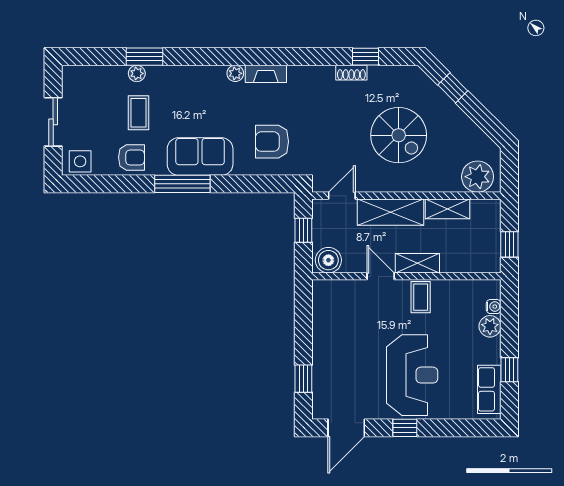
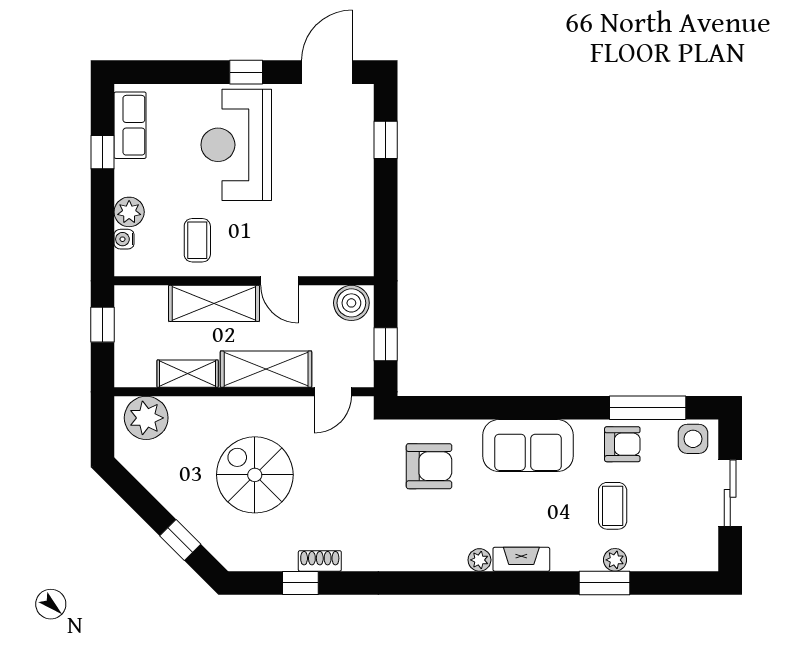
fireplace: (266, 74) -> (521, 559), moved
armchair: (131, 157) -> (622, 444), turned 180
window: (182, 184) -> (648, 408), moved
shelving: (417, 263) -> (214, 303), width x1.50, depth x1.33
coffee table: (421, 297) -> (197, 240), moved

